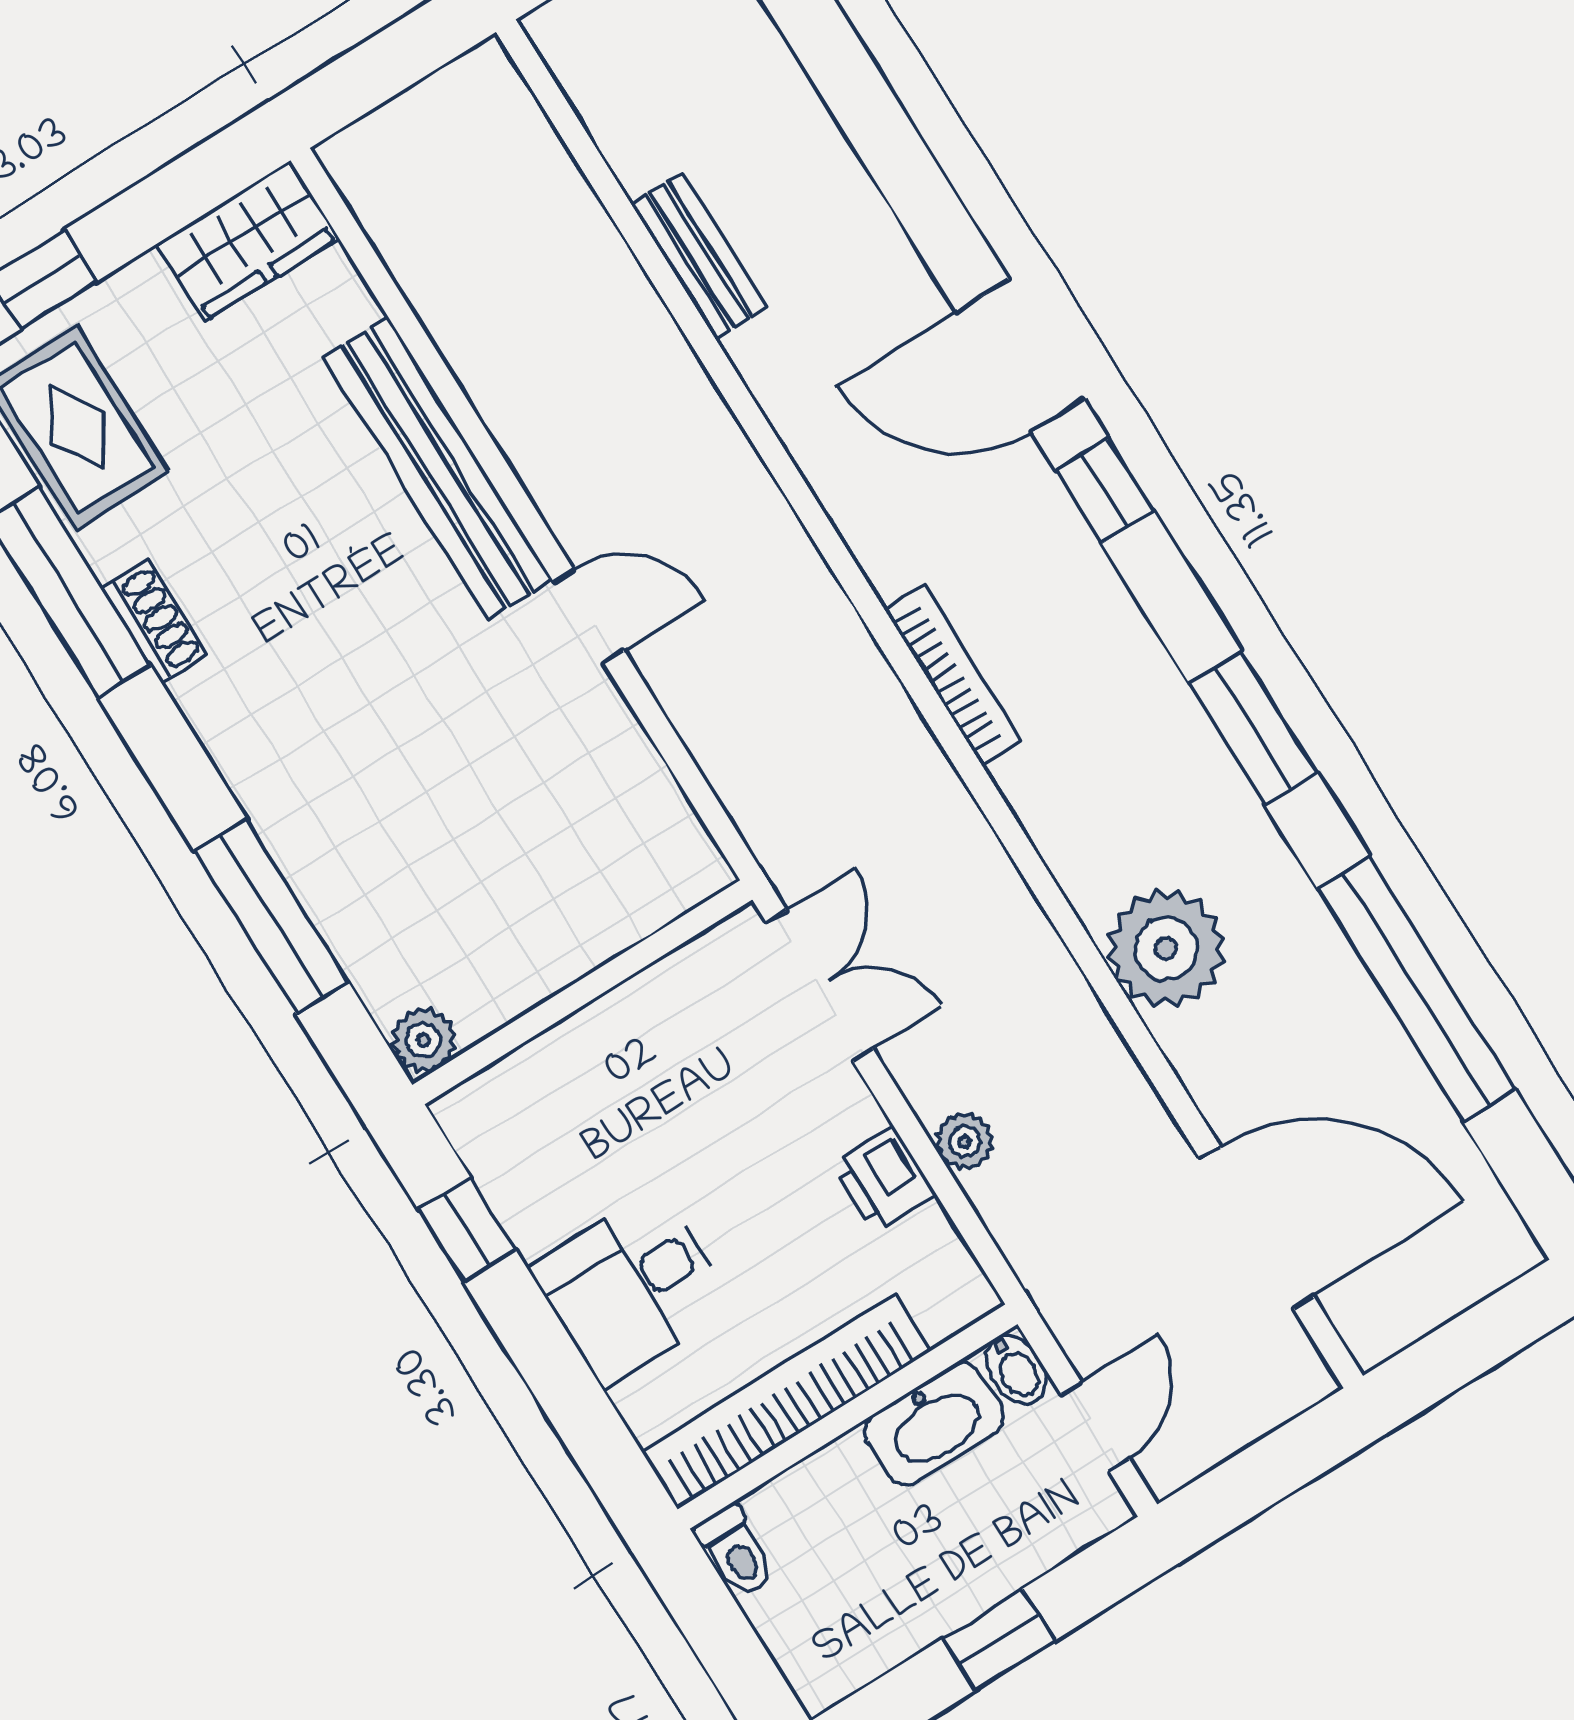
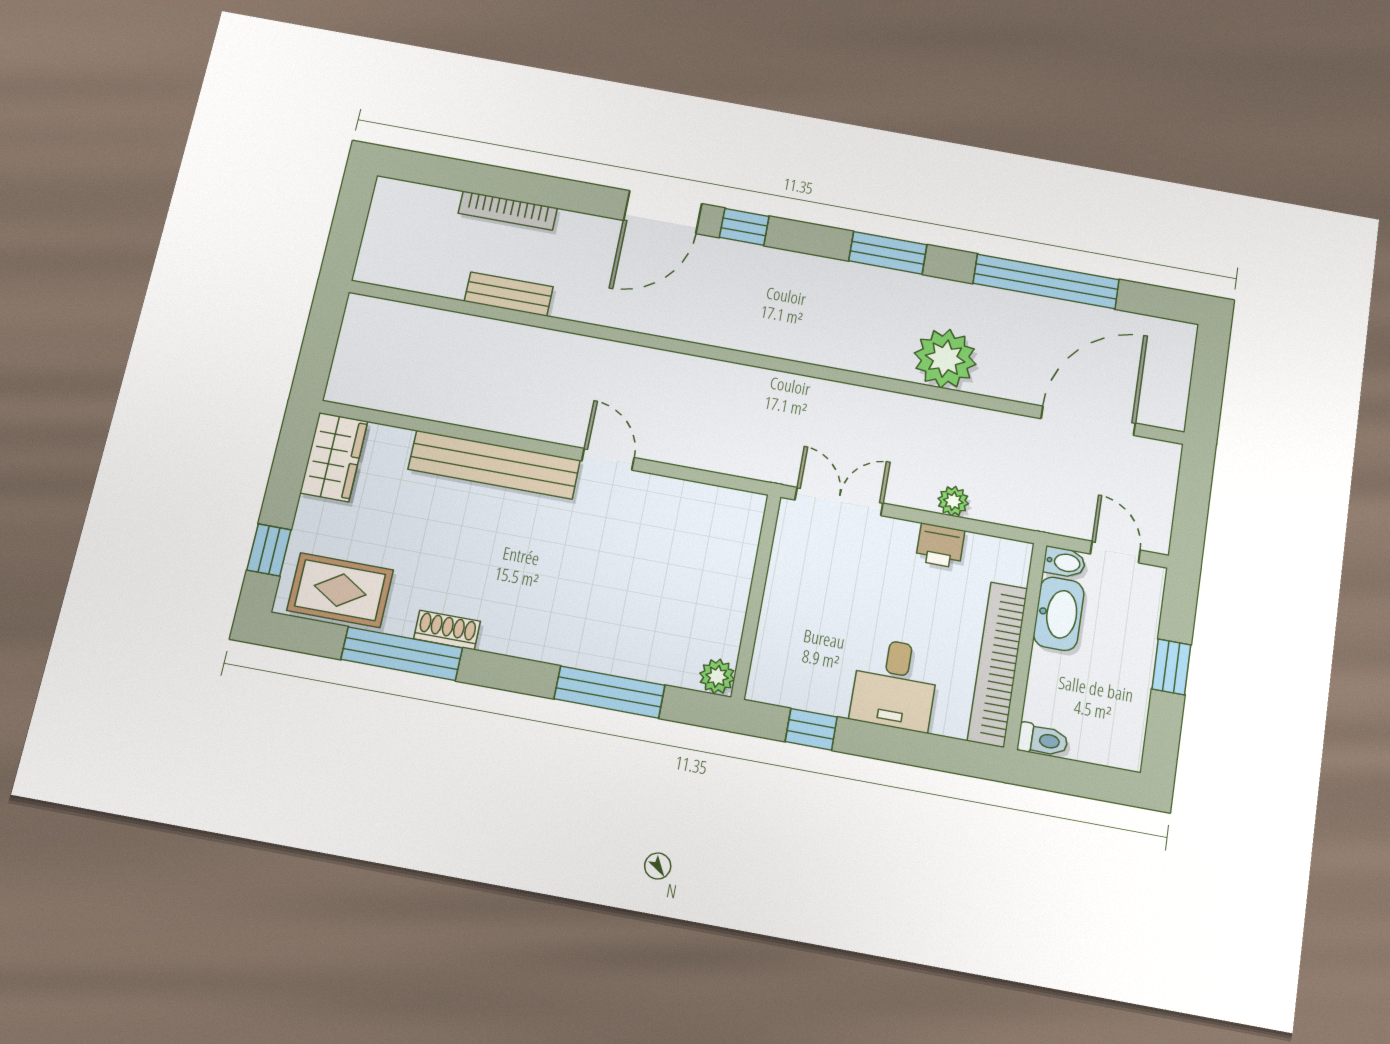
door: (589, 616) -> (608, 459), hinge flipped
bookcase: (953, 675) -> (508, 211), moved, turned 180

